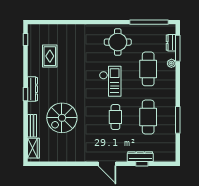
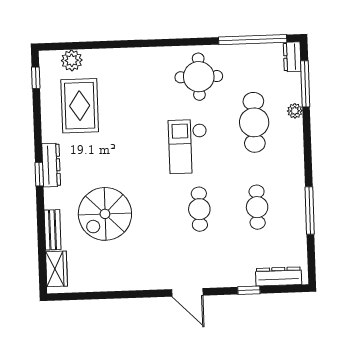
plant: (46, 30) -> (72, 60), added
dresser: (171, 43) -> (292, 57), moved
rug: (50, 56) -> (80, 106), width x1.36, depth x1.43
checkout: (110, 81) -> (188, 146), turned 180
cafe table: (148, 117) -> (257, 207), width x0.73, depth x0.74
dresser: (140, 157) -> (279, 276), moved

